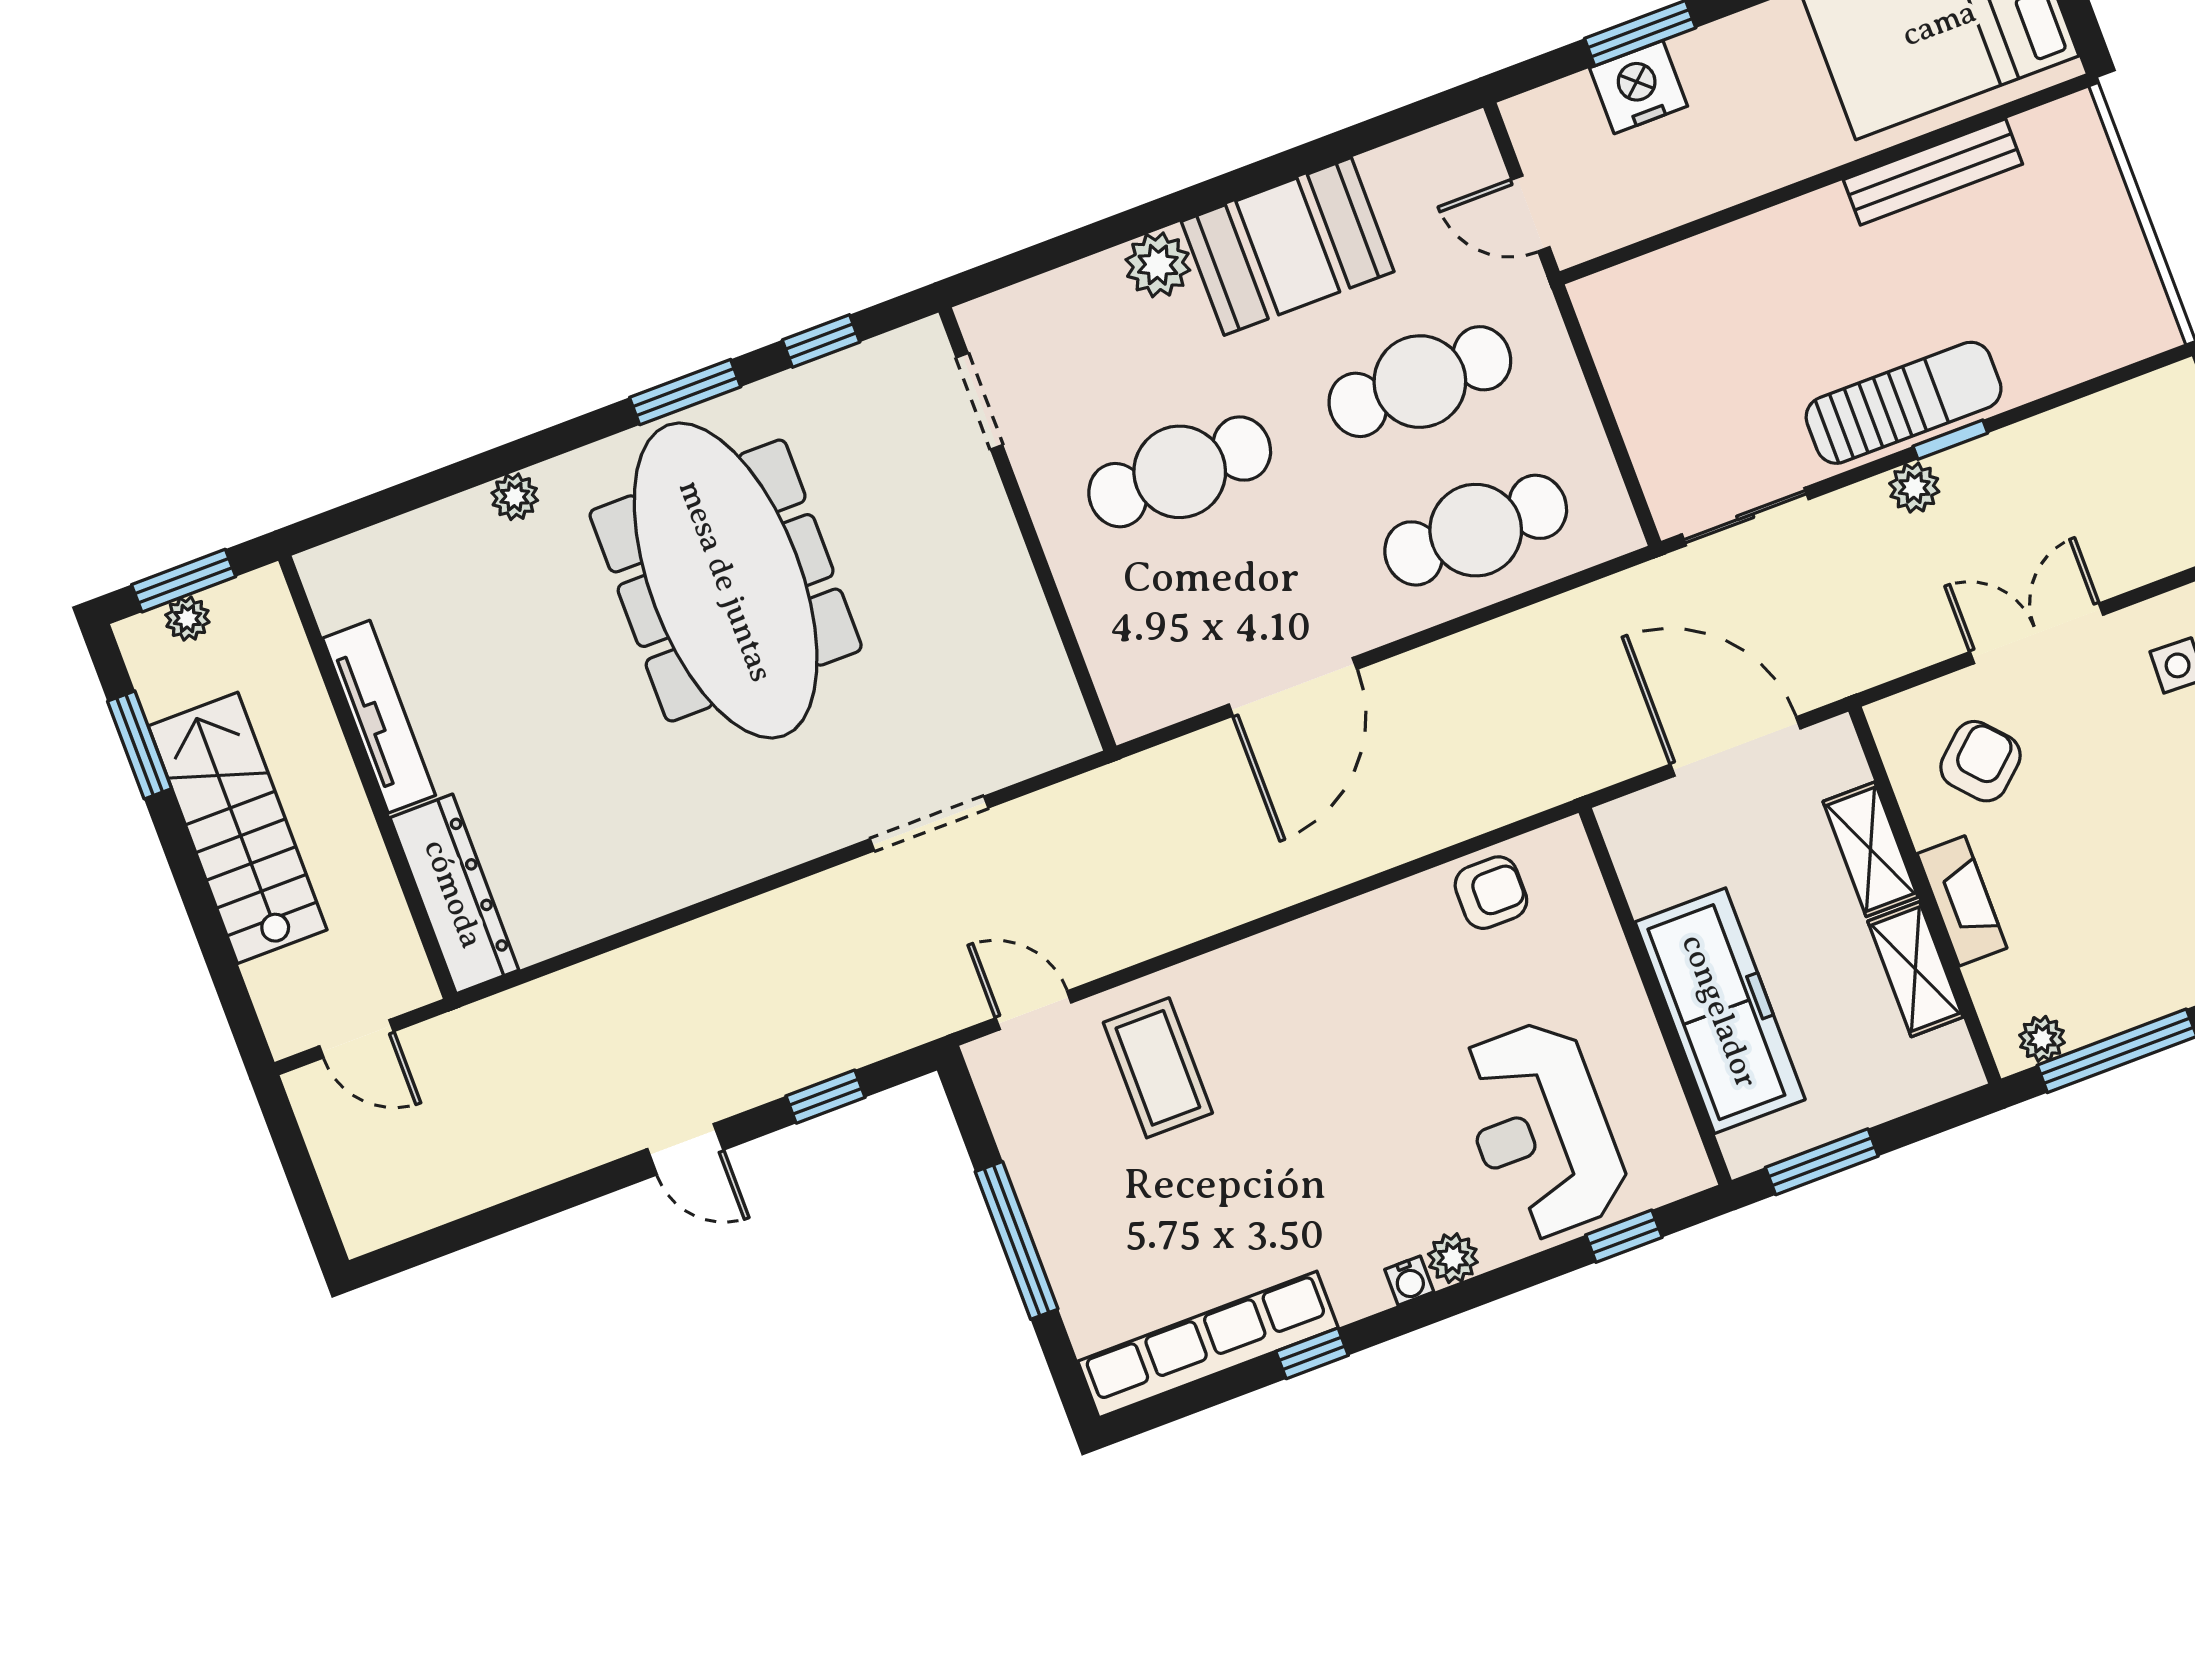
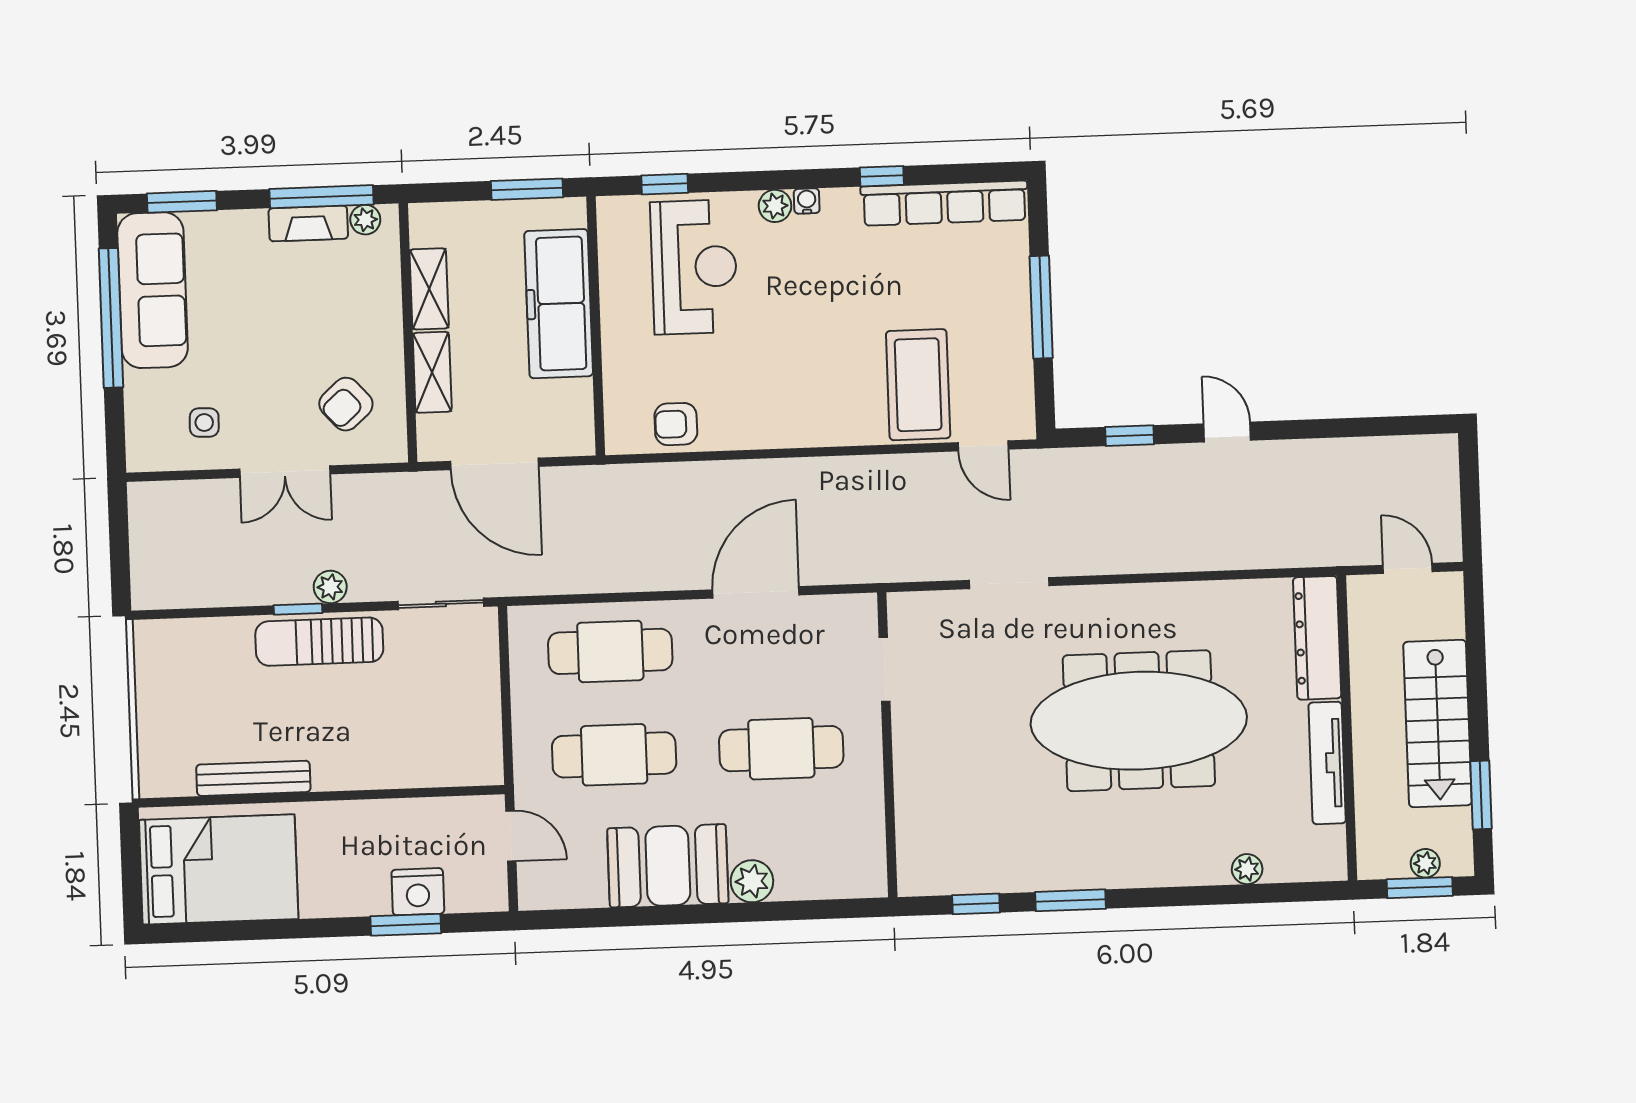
doorway: (979, 401) -> (885, 669), moved
plant: (515, 497) -> (1247, 869), moved
meeting table: (726, 581) -> (1139, 721), moved, turned 90
fireplace: (1962, 901) -> (308, 223), moved, turned -90
coffee table: (1158, 1068) -> (918, 385), width x1.36, depth x1.32

